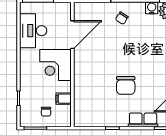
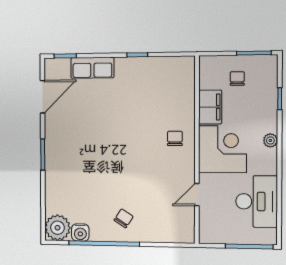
door: (72, 35) -> (197, 195), width x0.53
plant: (24, 71) -> (270, 140), added
chair: (126, 85) -> (175, 138), moved, width x0.54, depth x0.54
filing cabinet: (64, 99) -> (210, 107), width x2.00

